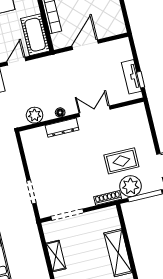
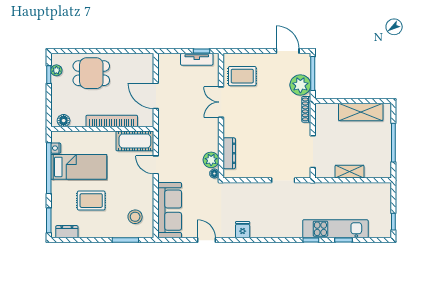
floor lamp: (60, 112) -> (214, 174), moved
dresser: (62, 128) -> (229, 153), moved
rug: (121, 161) -> (242, 76), moved, turned 90

